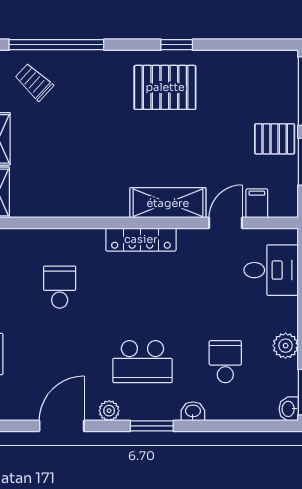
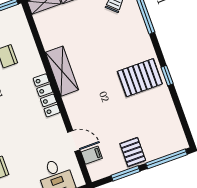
pallet: (165, 87) -> (140, 78), turned 90
shelving: (168, 203) -> (62, 71), moved

